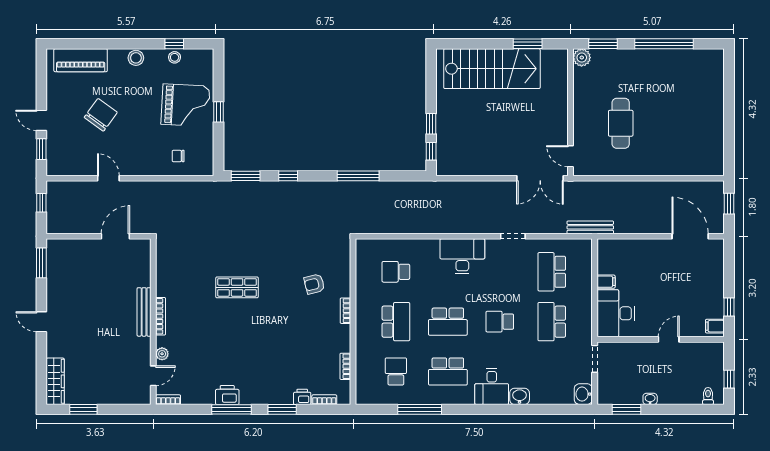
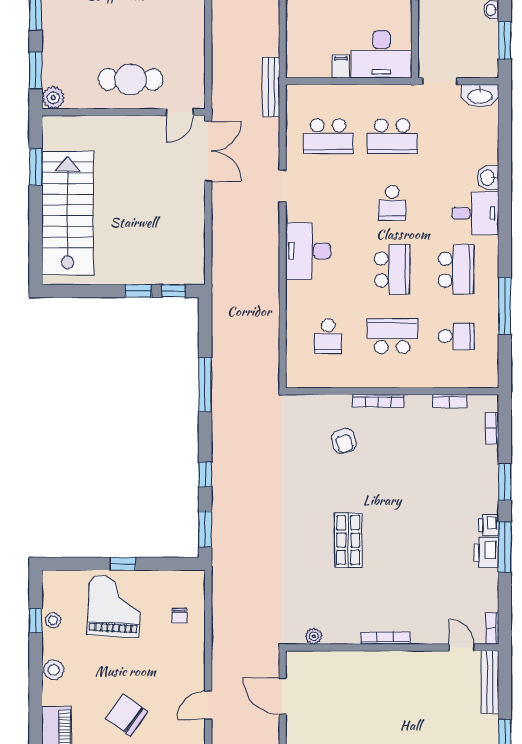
cafe table: (621, 123) -> (131, 79), moved
bookcase: (345, 311) -> (378, 401), width x1.56
bench: (144, 312) -> (490, 682), moved, turned 90
plant: (162, 354) -> (314, 636), moved
school desk: (396, 371) -> (456, 336), turned 180
washbasin: (583, 394) -> (480, 96), width x1.38
printer: (302, 397) -> (489, 525), moved

